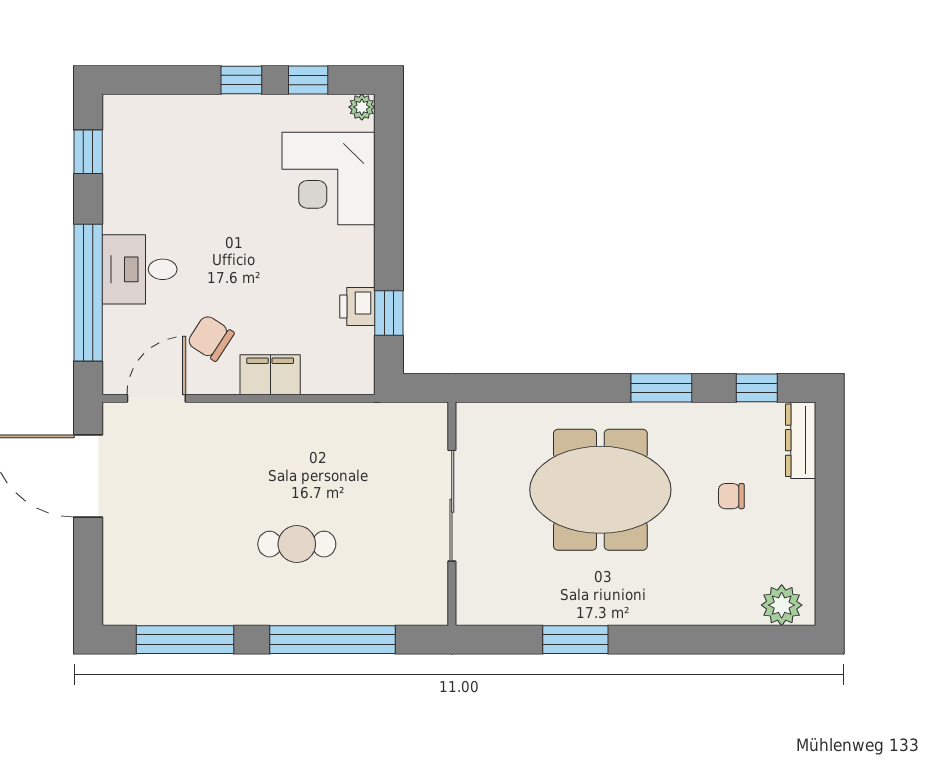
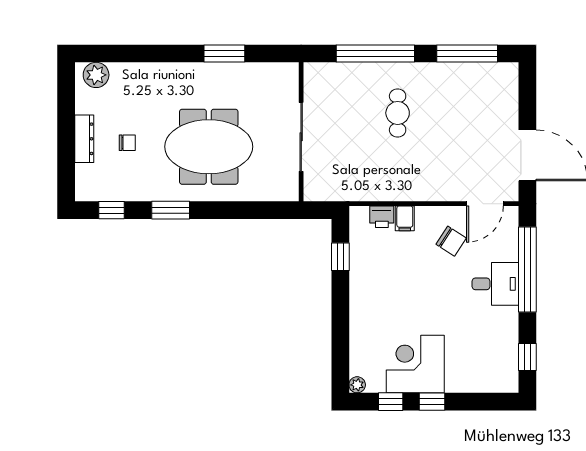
corner desk: (328, 179) -> (415, 364), moved, turned -90
printer: (357, 306) -> (382, 217), moved, turned 90
filing cabinet: (270, 375) -> (405, 218), width x0.50
dresser: (801, 440) -> (84, 139), moved
cafe table: (297, 544) -> (398, 113), turned 90

